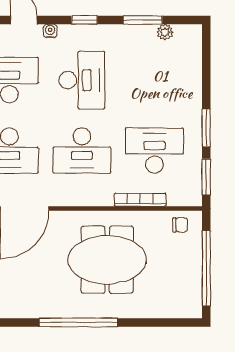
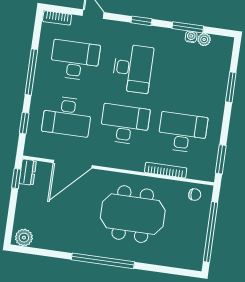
water cooler: (50, 31) -> (191, 37), moved
window: (206, 128) -> (231, 87), moved
desk: (82, 151) -> (125, 124), turned 180

